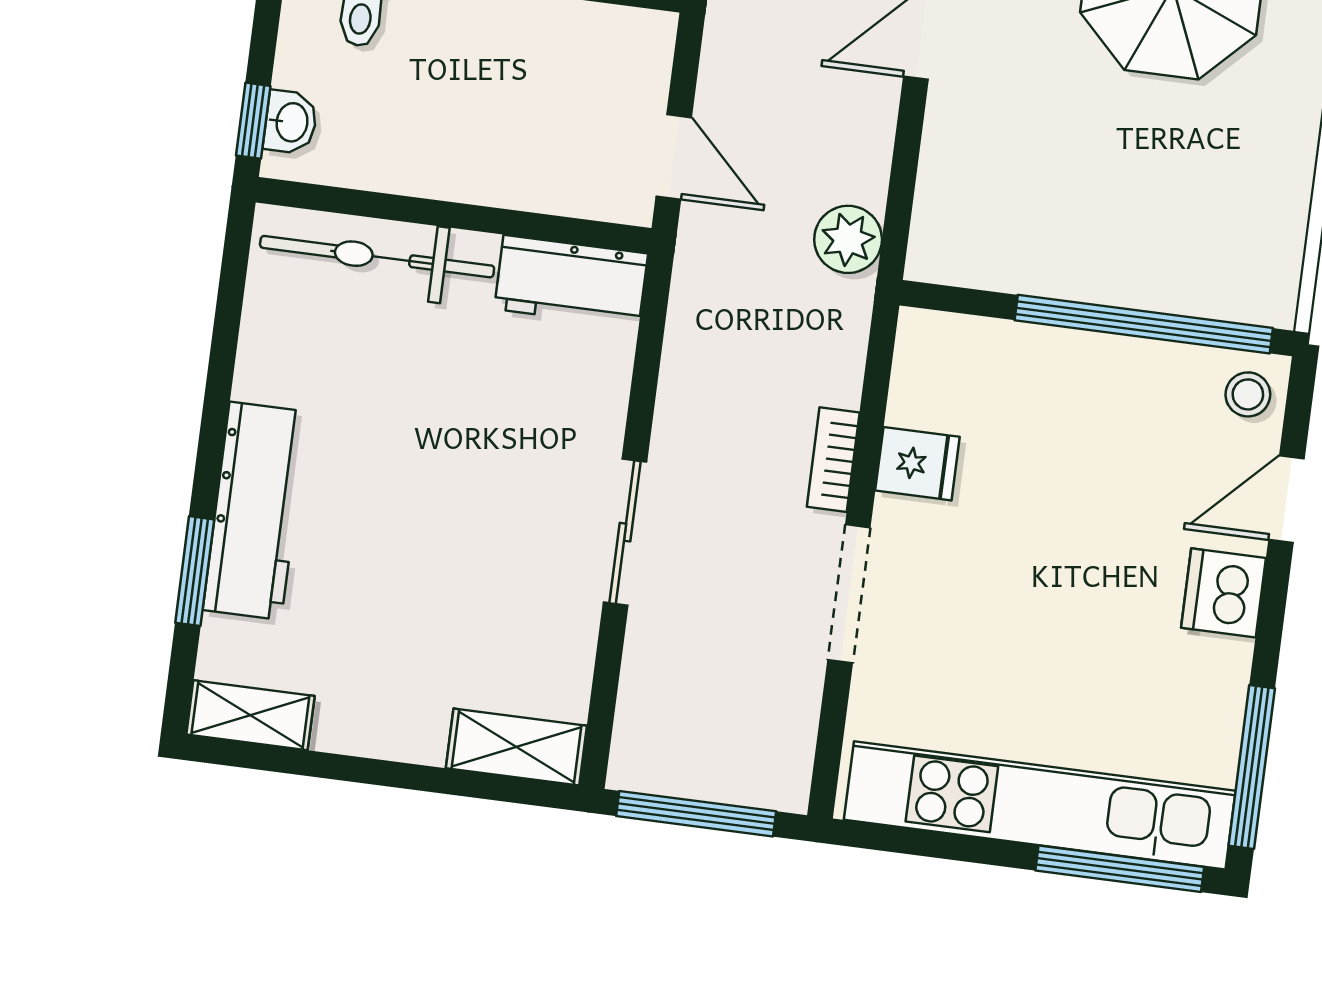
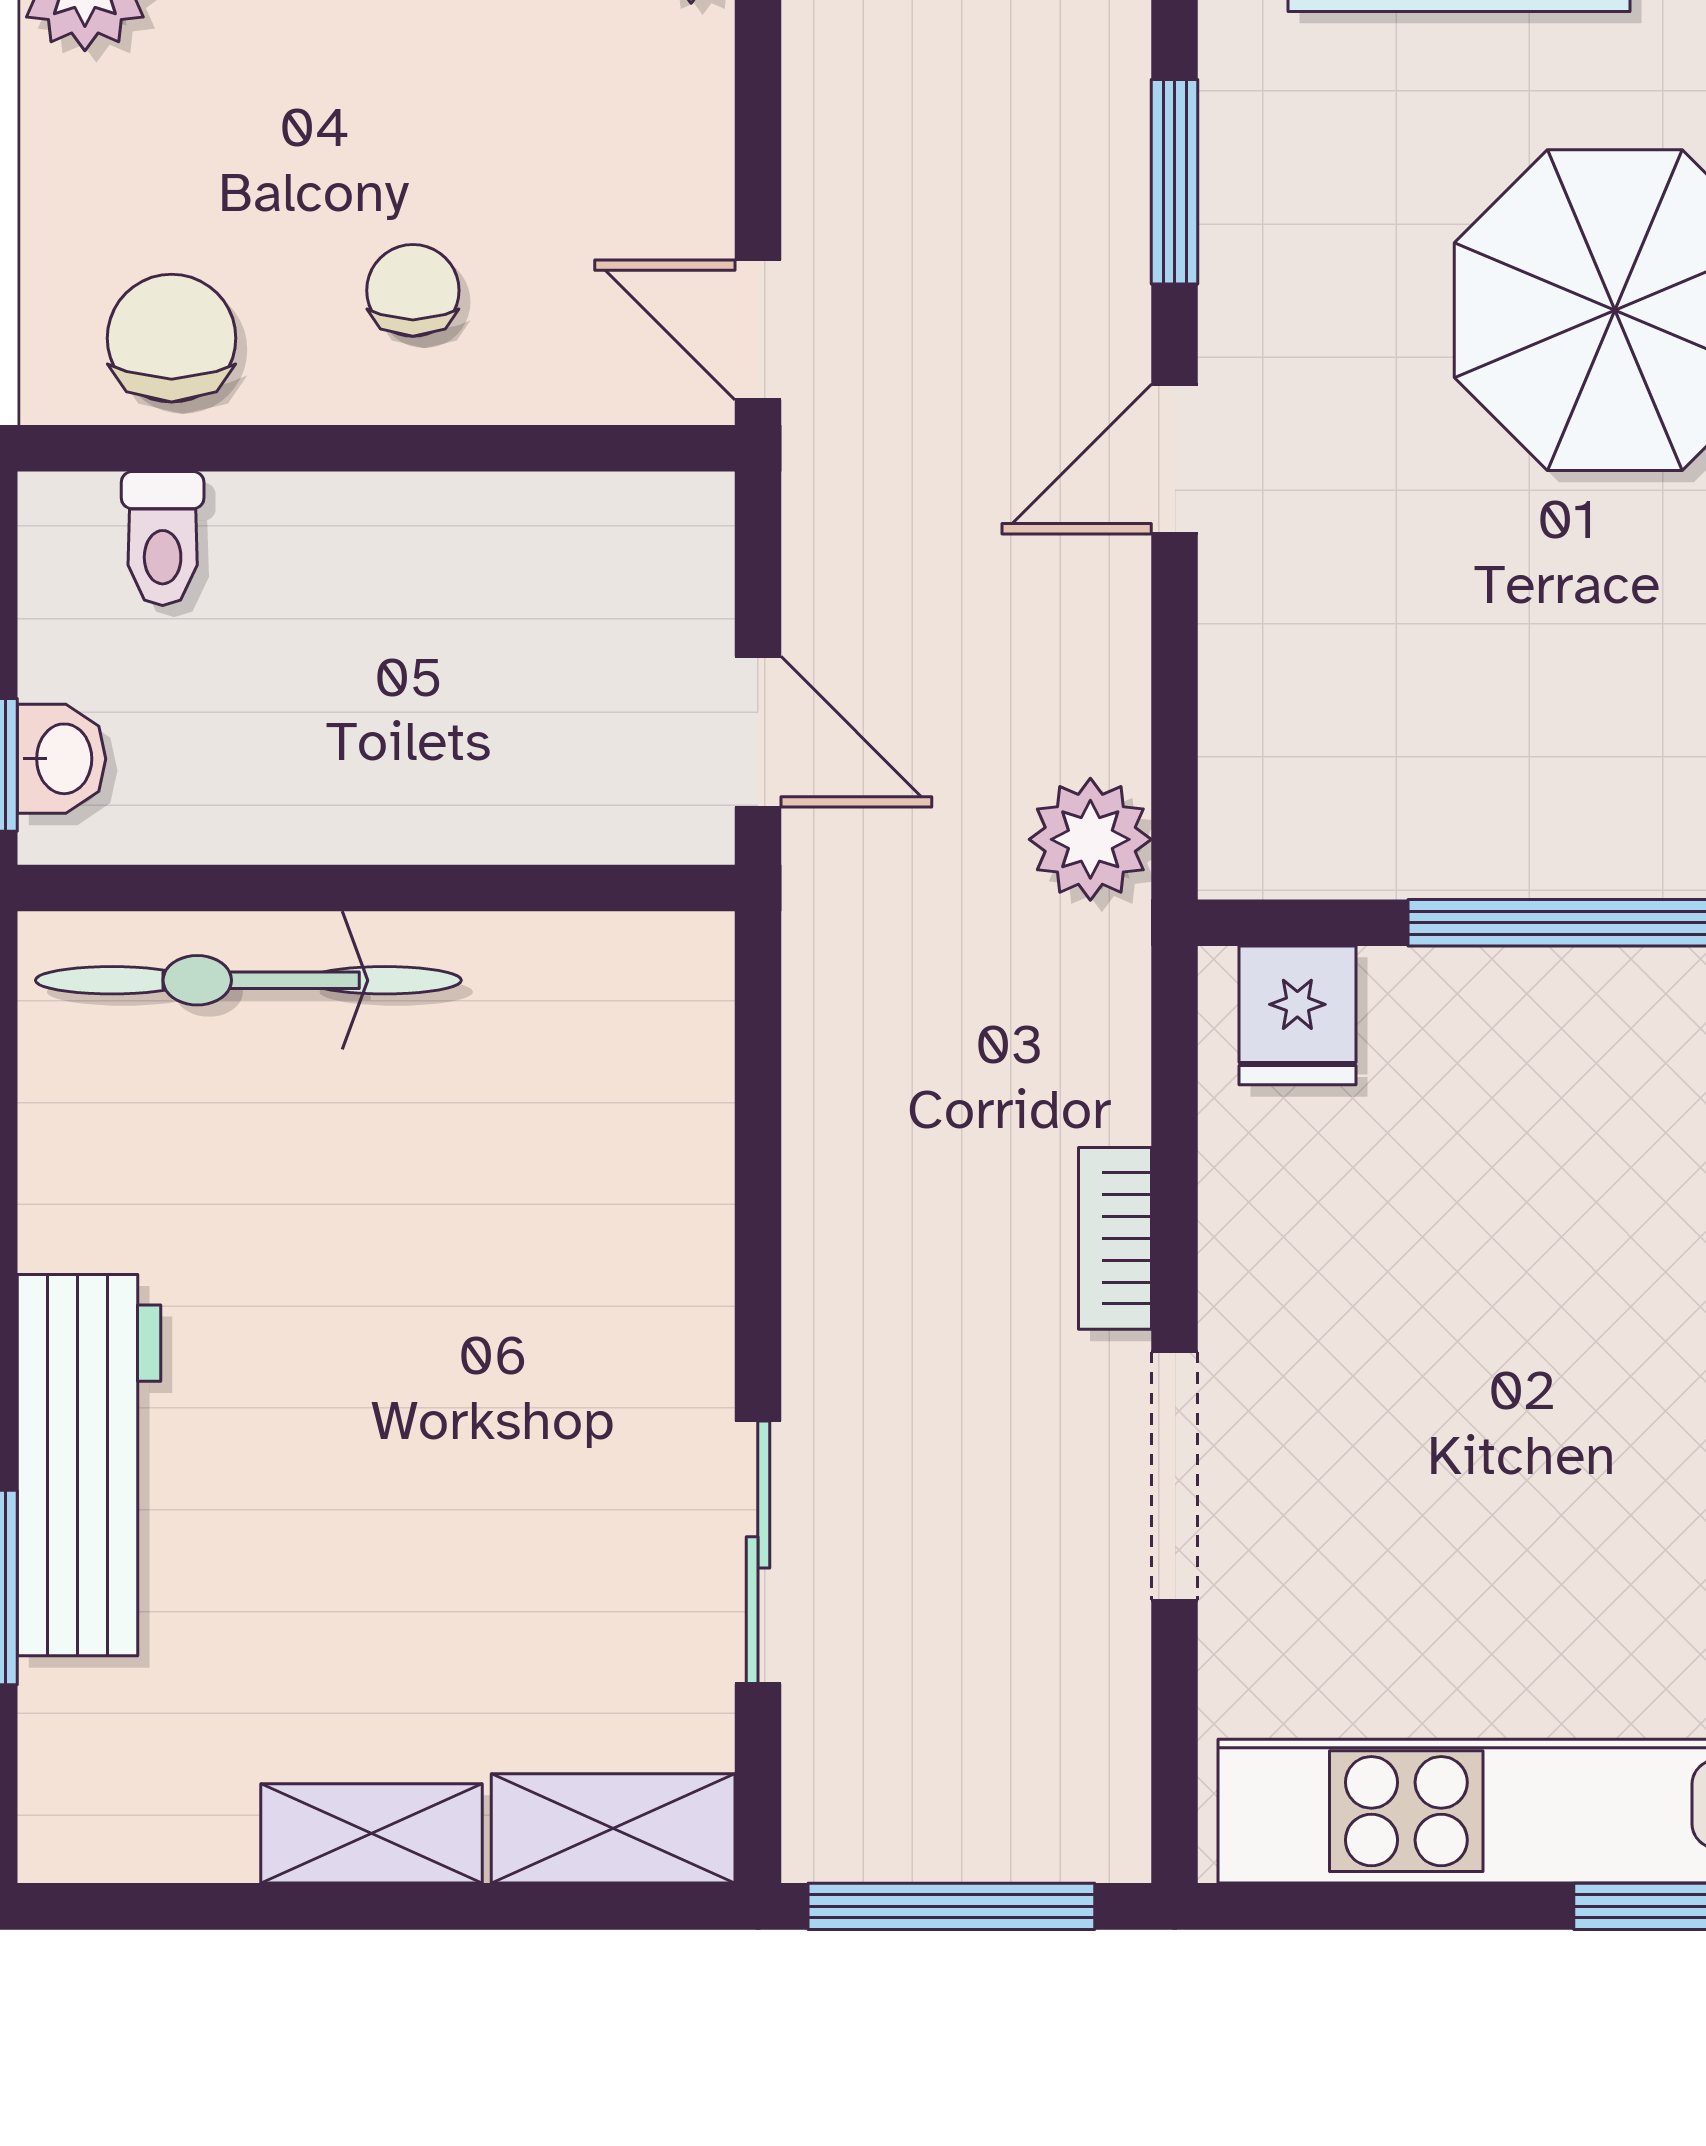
workbench: (571, 281) -> (602, 979), removed
fridge: (917, 464) -> (1297, 1015), moved, turned 90
sliding door: (625, 532) -> (758, 1552), moved
shelving: (250, 715) -> (372, 1833), moved

